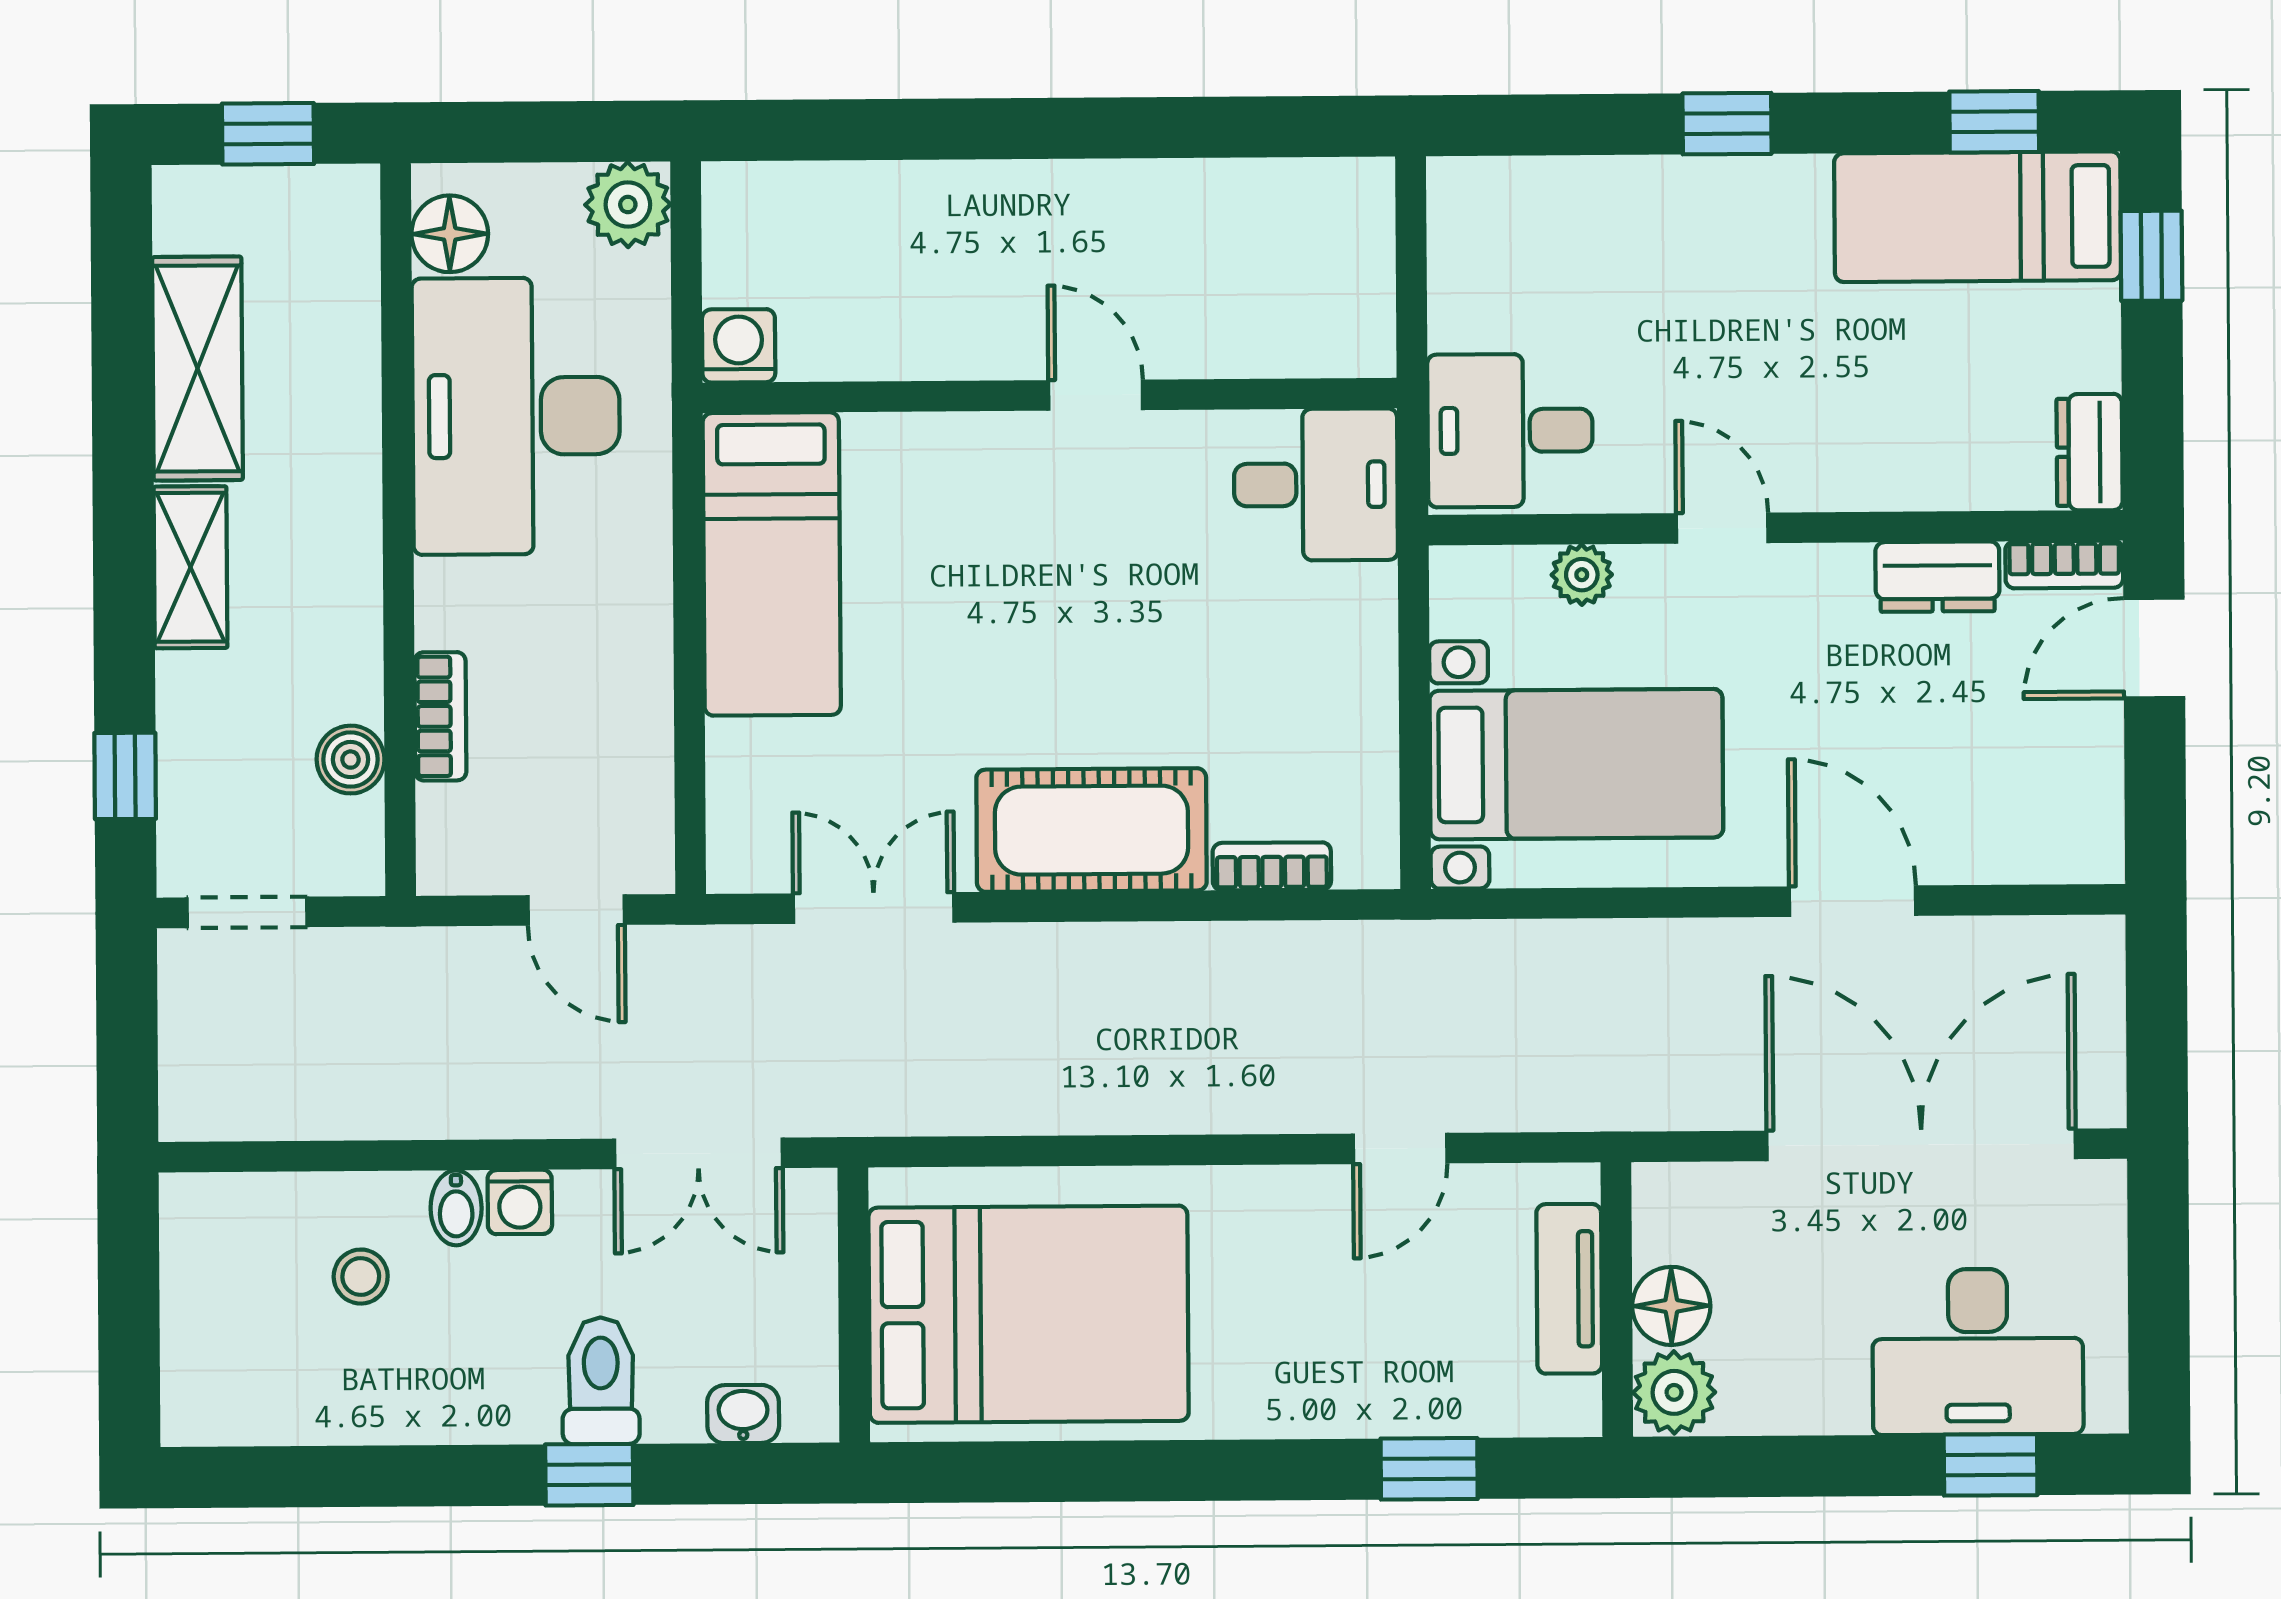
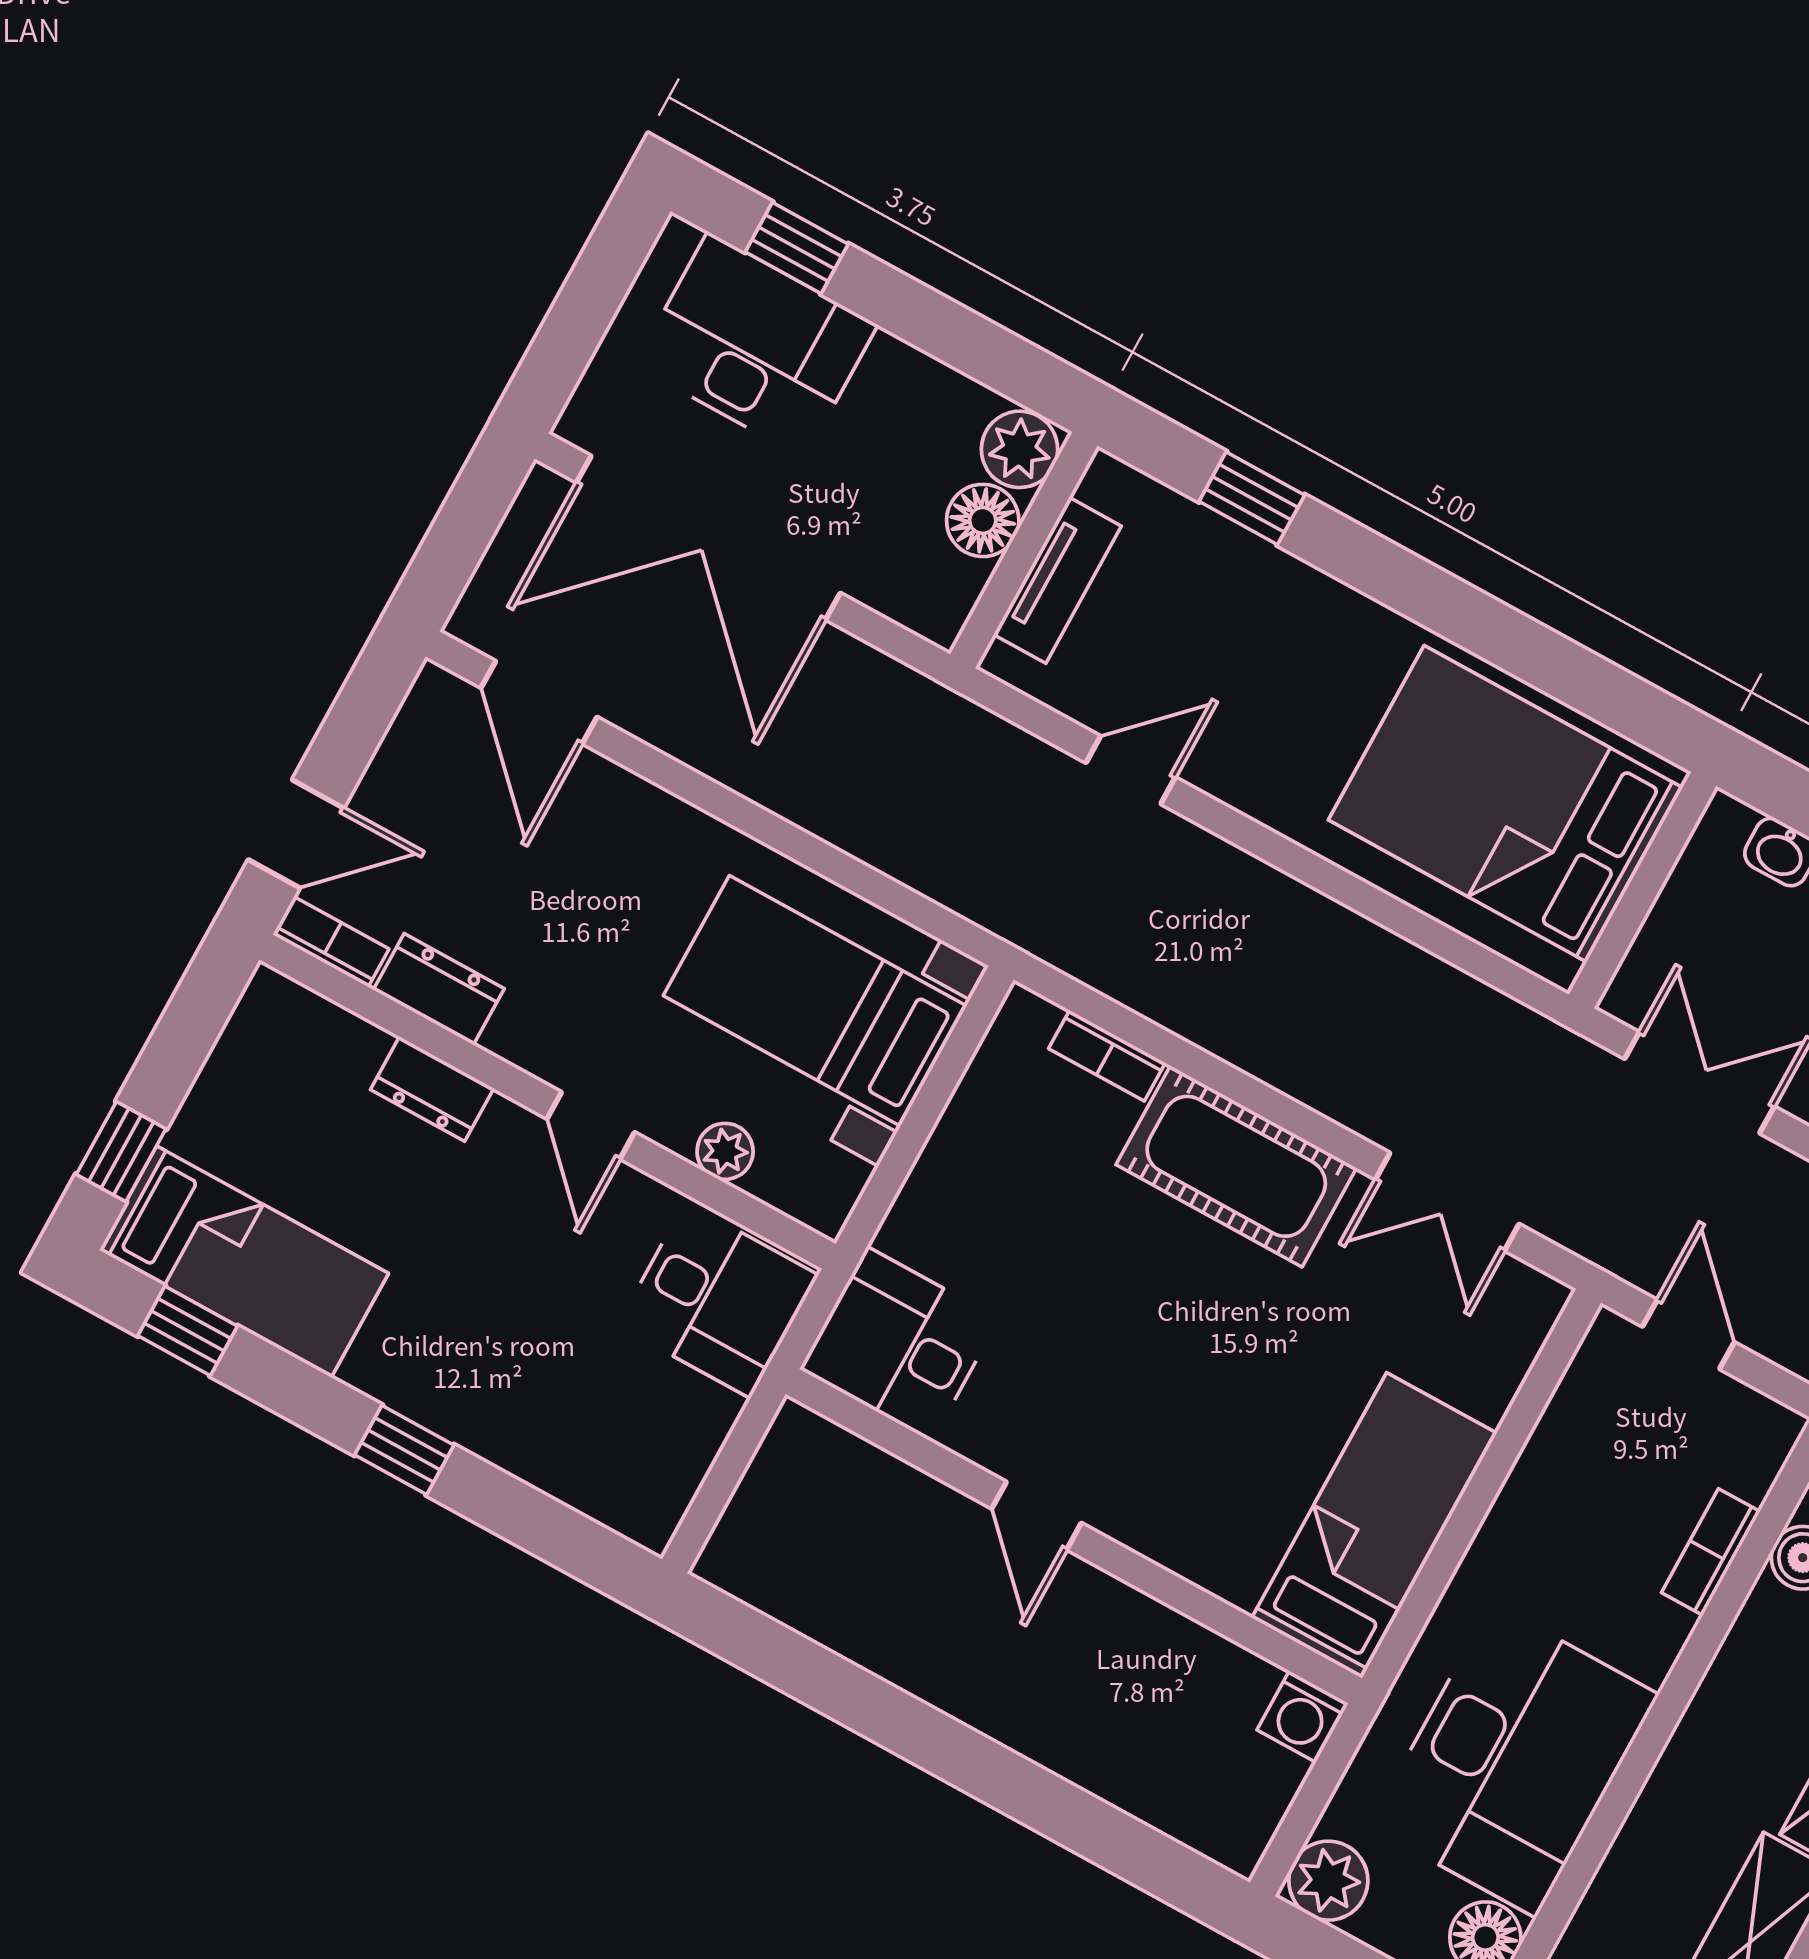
dresser: (2090, 452) -> (432, 1089), moved, turned 90
door: (1853, 901) -> (539, 702), moved

